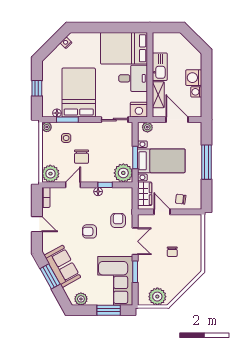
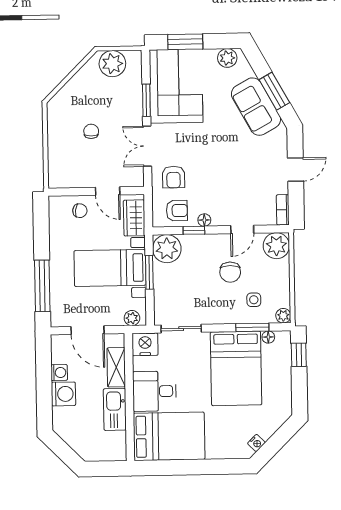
window: (37, 88) -> (299, 355), moved
chair: (82, 157) -> (230, 272), turned 180
window: (206, 162) -> (42, 286), moved
door: (37, 224) -> (296, 169), swing flipped
armchair: (90, 231) -> (177, 211), moved

